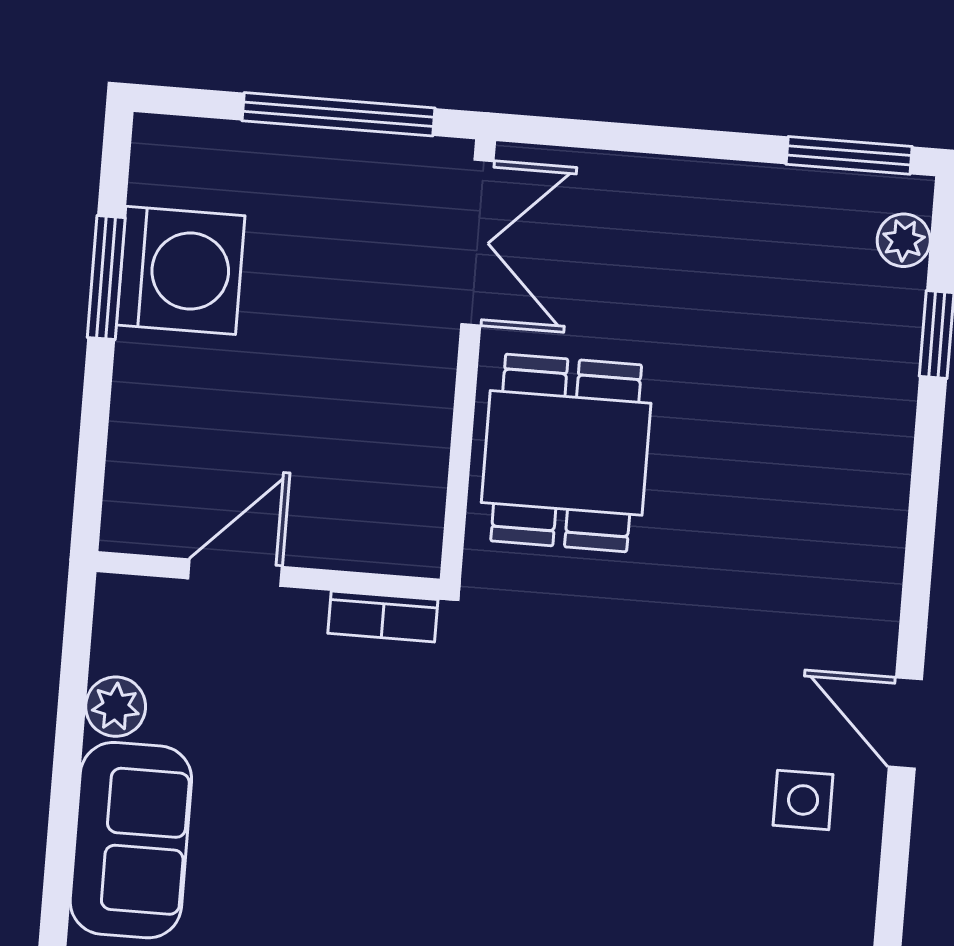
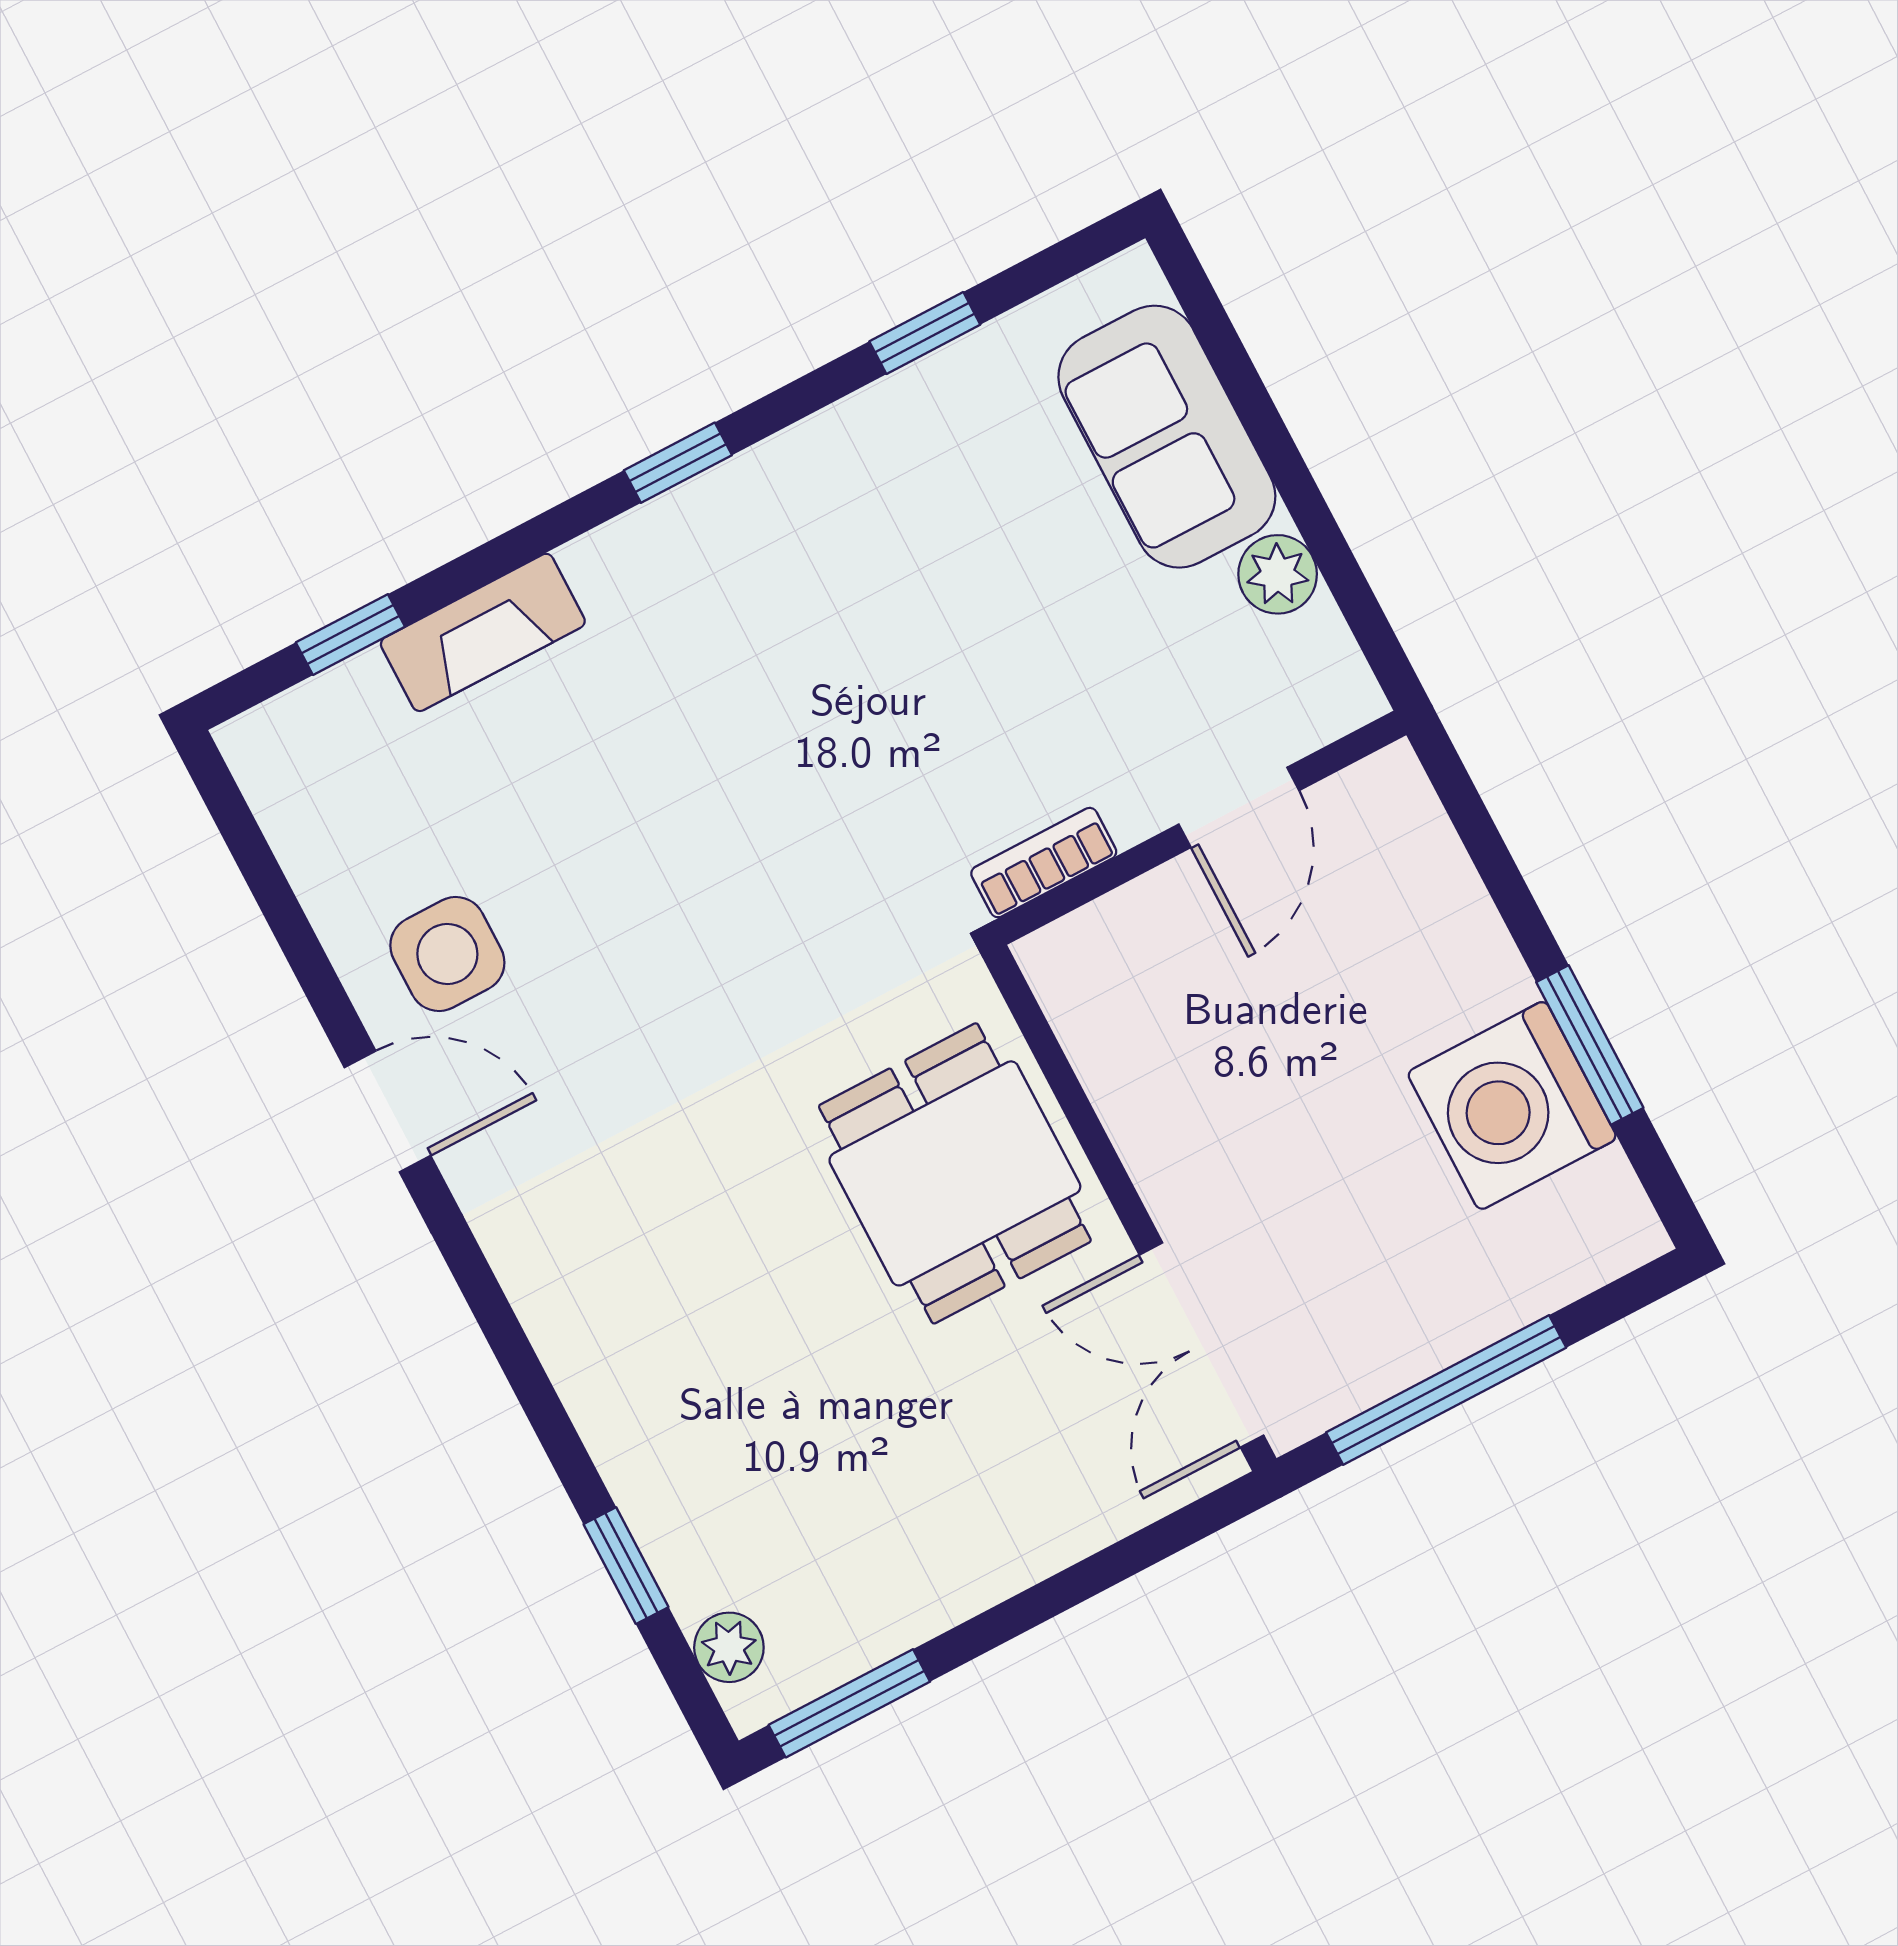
side table: (803, 800) -> (447, 954), width x1.37, depth x1.37

